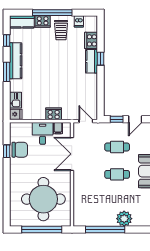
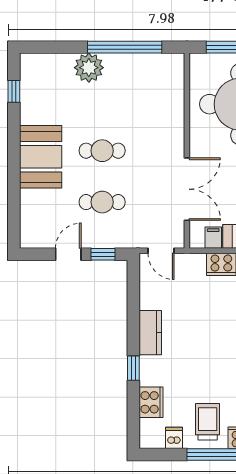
kitchen counter: (91, 61) -> (150, 333), moved

